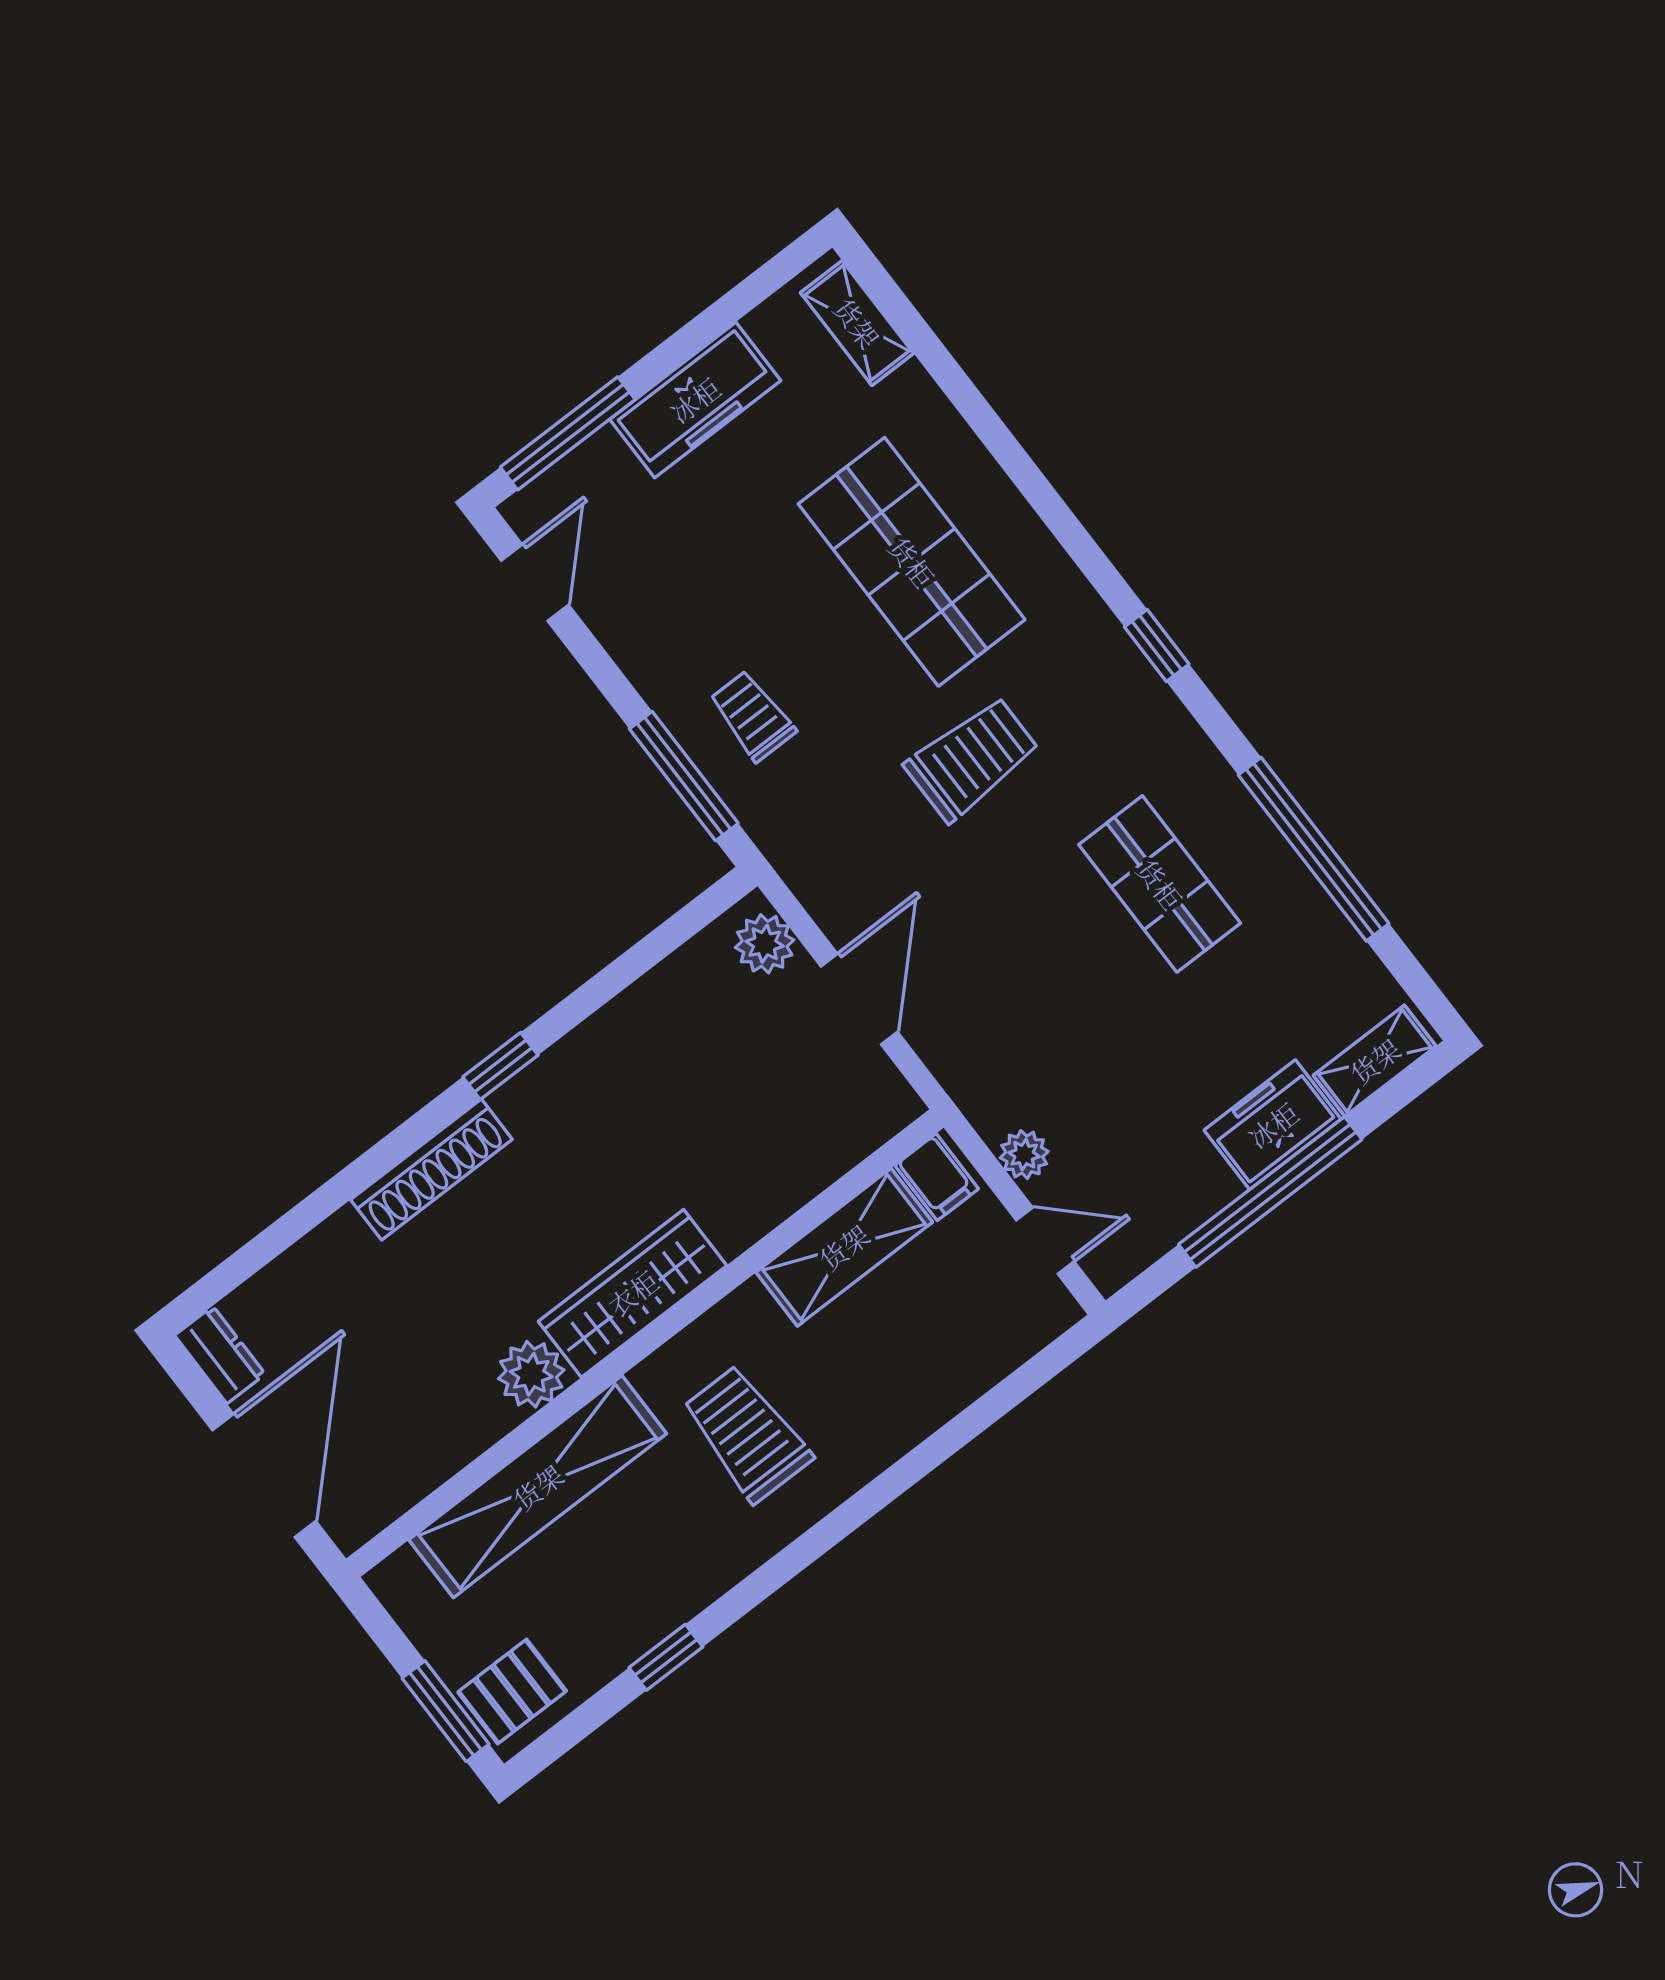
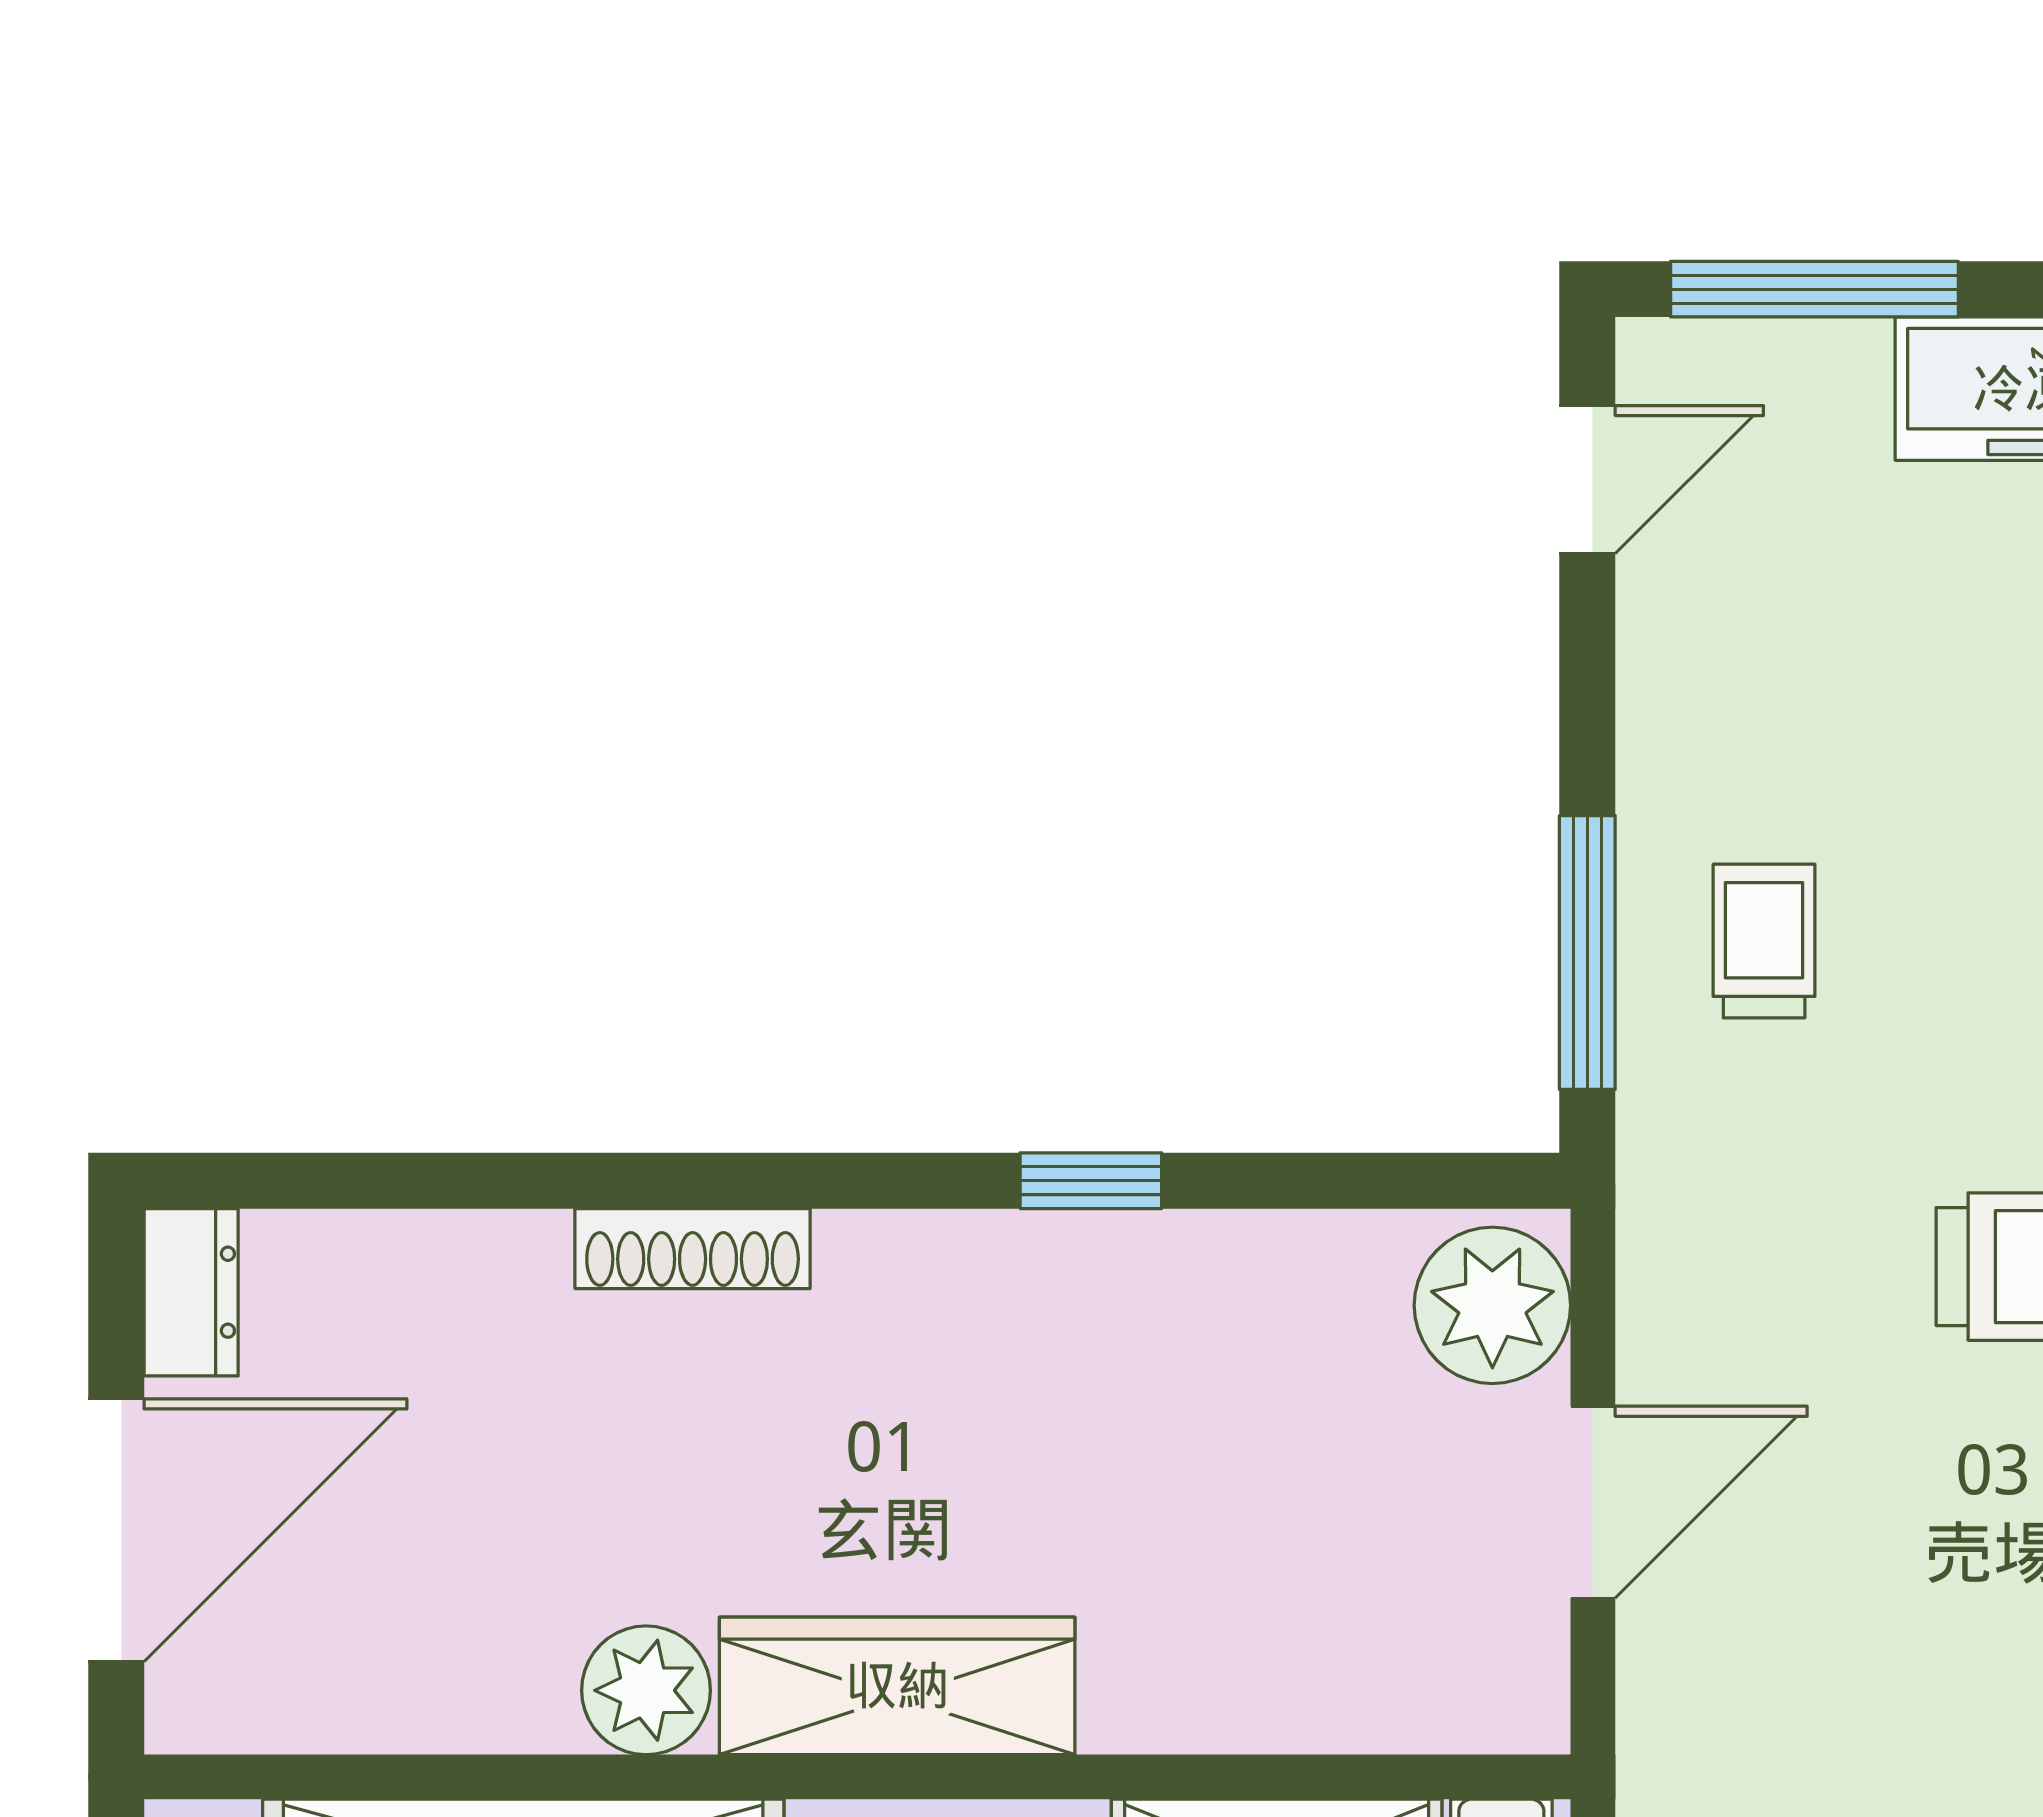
plant: (765, 944) -> (1492, 1305), width x1.36, depth x1.36
window: (500, 1066) -> (1091, 1181), moved
shoe rack: (431, 1169) -> (693, 1249), width x0.74, depth x0.81

